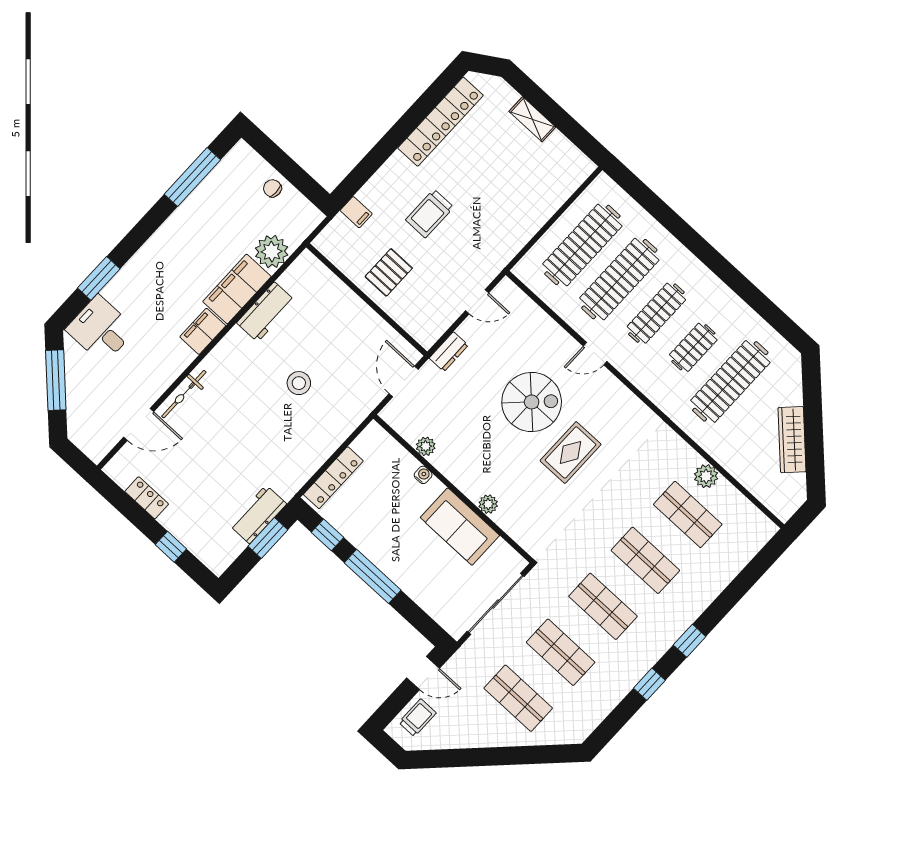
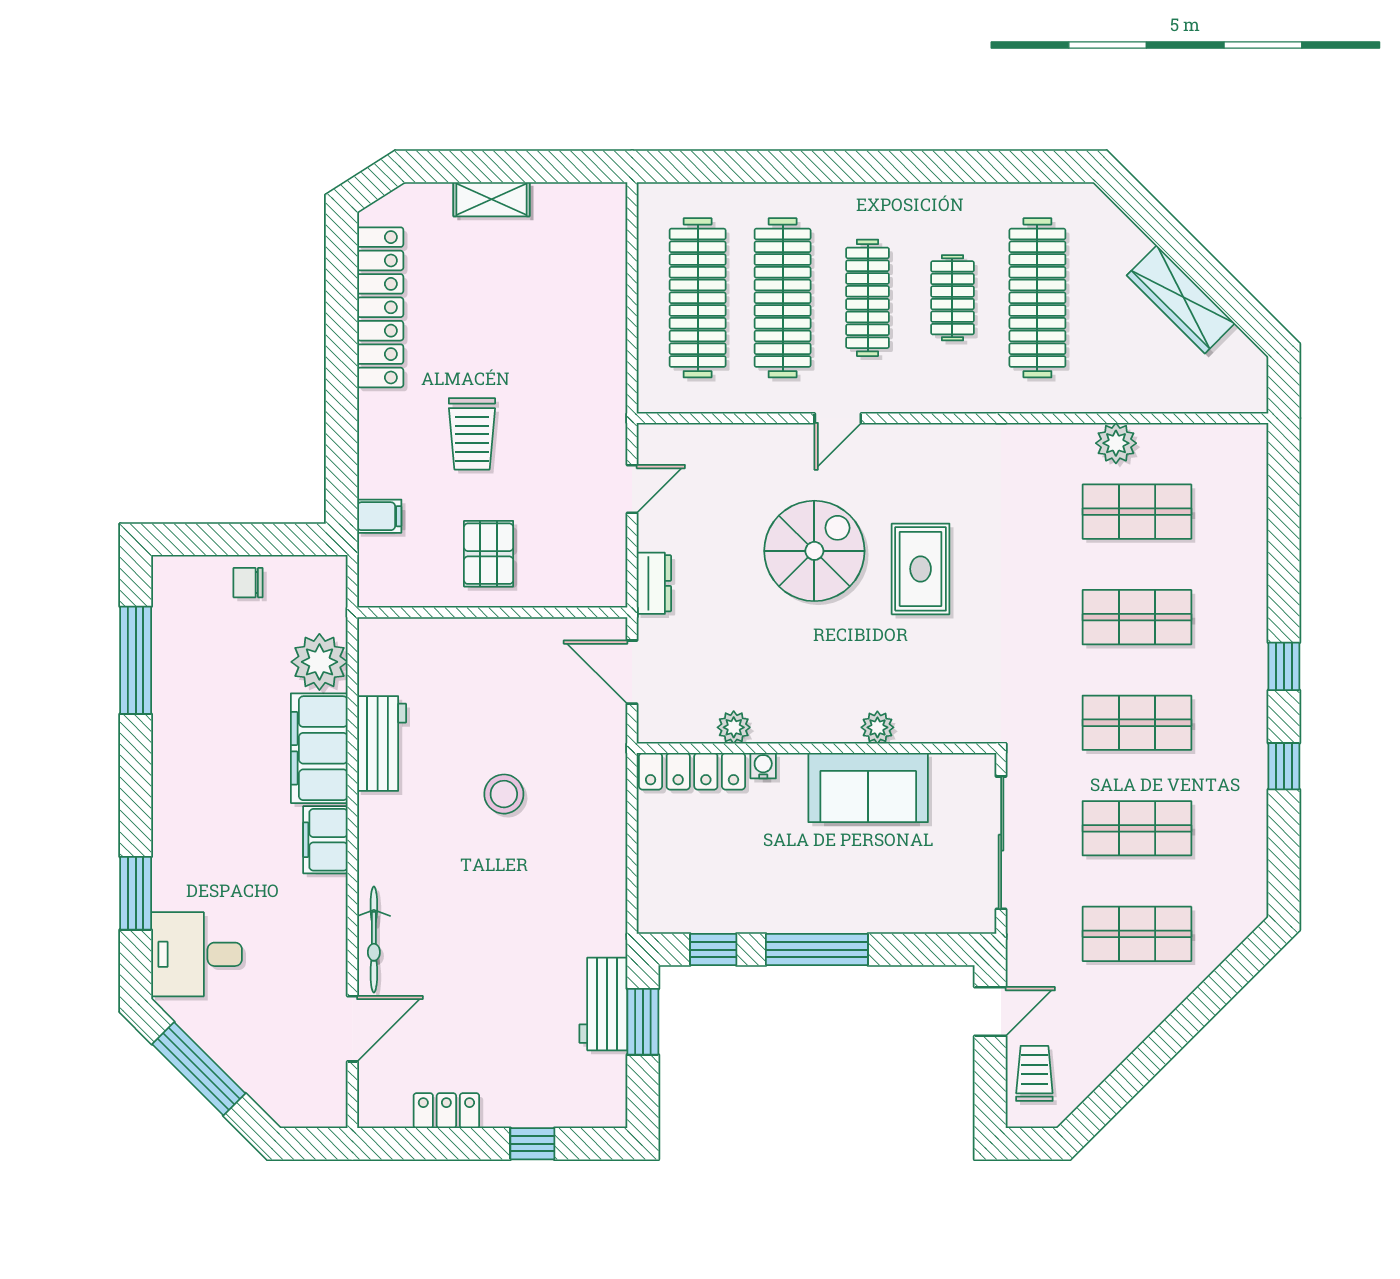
locker: (333, 478) -> (692, 771), moved, turned 90

